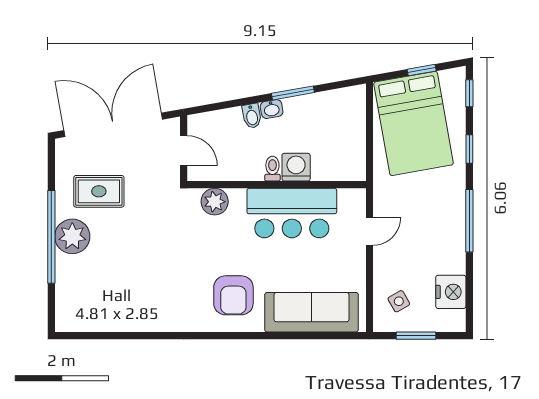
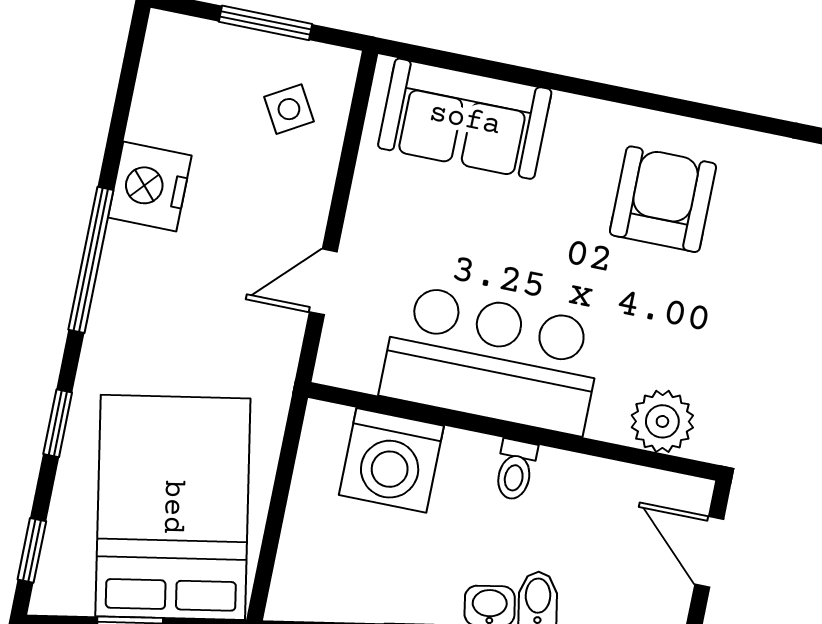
washing machine: (296, 167) -> (391, 460), moved, width x1.37, depth x1.37
nightstand: (451, 292) -> (150, 186), moved
sofa: (312, 312) -> (465, 119), width x0.73

